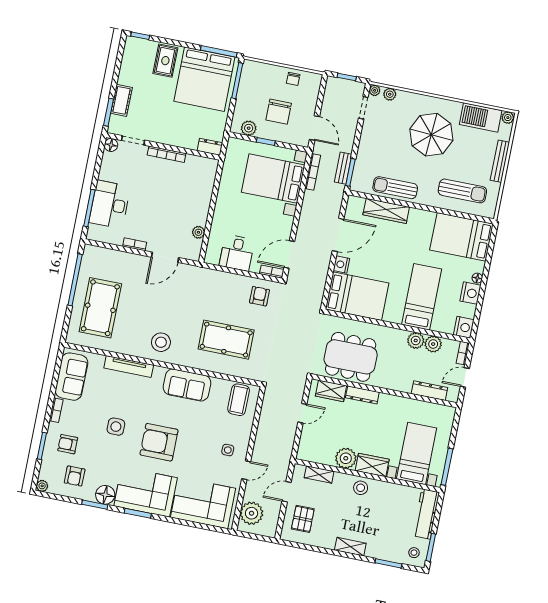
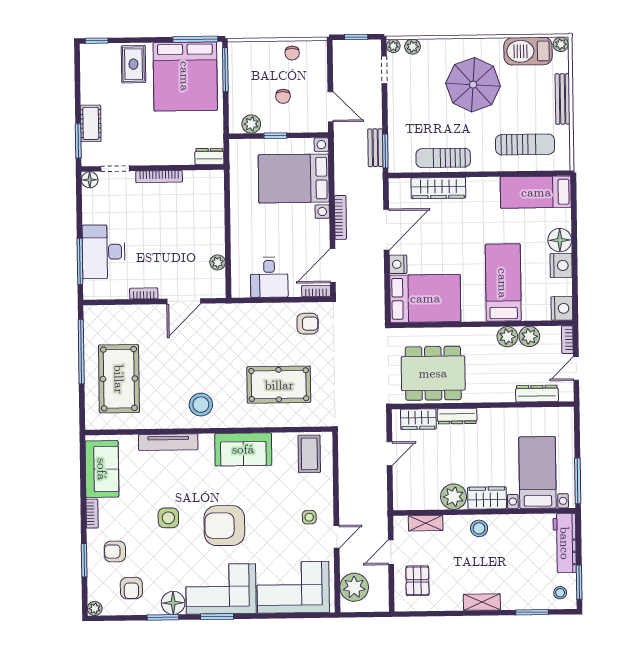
chair: (279, 112) -> (283, 96), width x0.54, depth x0.54
bookcase: (313, 172) -> (340, 217), moved
bed: (462, 237) -> (536, 192), width x0.67
floor lamp: (477, 278) -> (560, 240), width x1.89, depth x1.89
armchair: (259, 296) -> (308, 324), turned 90

